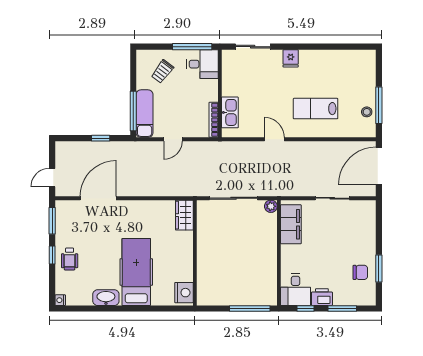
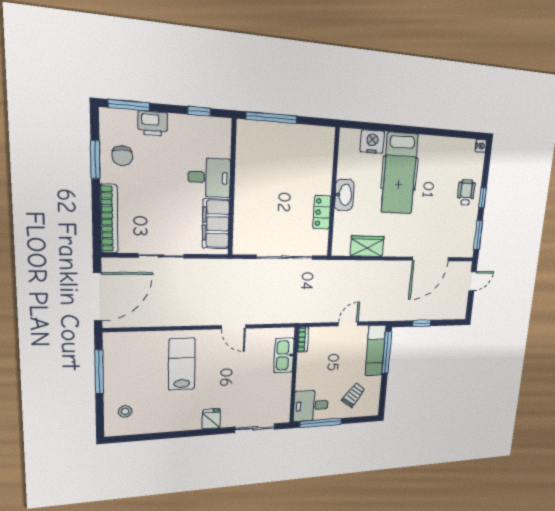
lab bench: (316, 109) -> (182, 364), turned -90
stool: (367, 112) -> (125, 411), moved
bookcase: (214, 120) -> (303, 340), width x0.64
plant: (271, 206) -> (240, 247), removed
wardrobe: (184, 215) -> (367, 246), moved, turned -90
bookcase: (370, 226) -> (109, 219), added
locker: (204, 236) -> (322, 212), added
chair: (360, 272) -> (122, 156), turned -90
desk: (296, 290) -> (209, 178), moved, turned 90
nightstand: (184, 293) -> (372, 142), moved, turned 90
printer: (322, 297) -> (153, 123), moved
washbasin: (106, 298) -> (344, 195), moved, turned -90
window: (342, 309) -> (129, 105), moved

